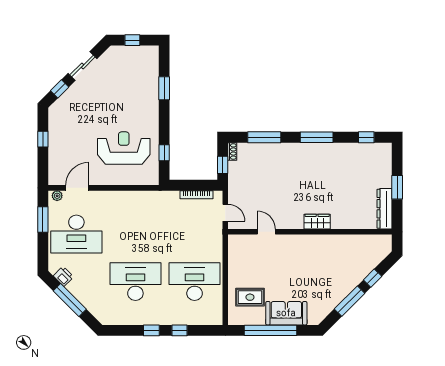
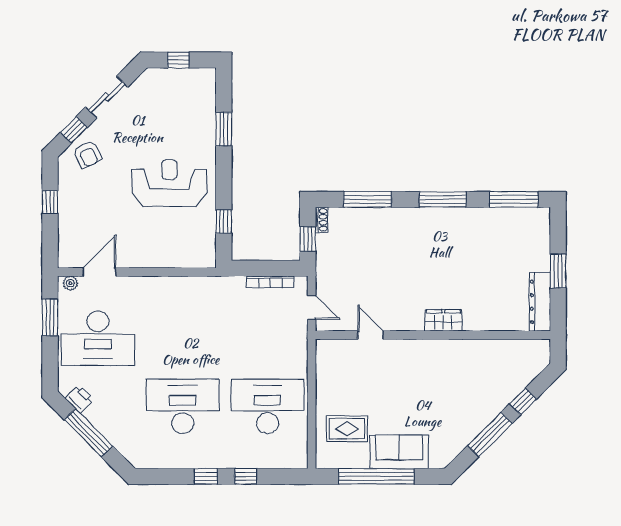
armchair: (69, 106) -> (87, 154), added
window: (366, 137) -> (514, 199), width x2.17
reception desk: (124, 148) -> (169, 183), moved

